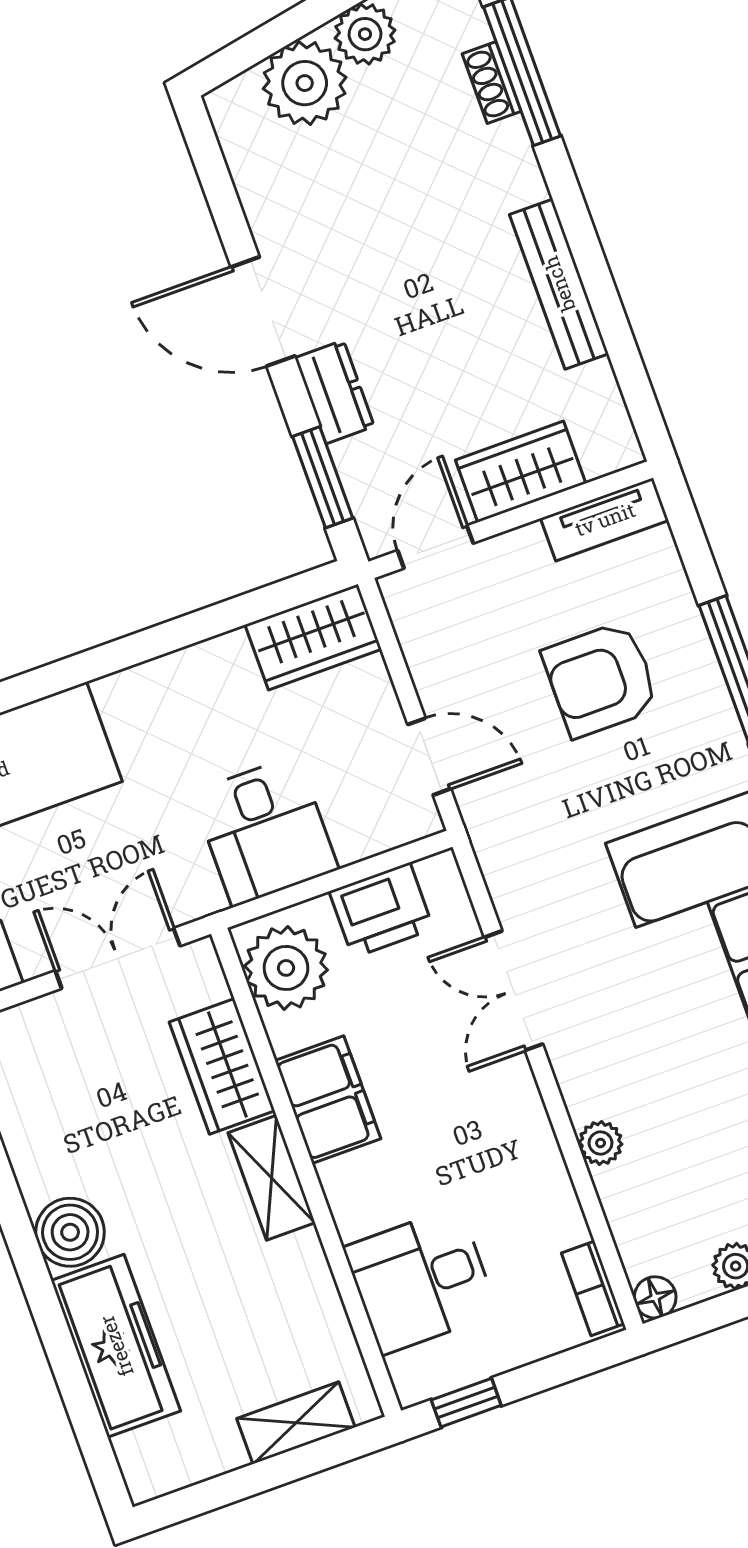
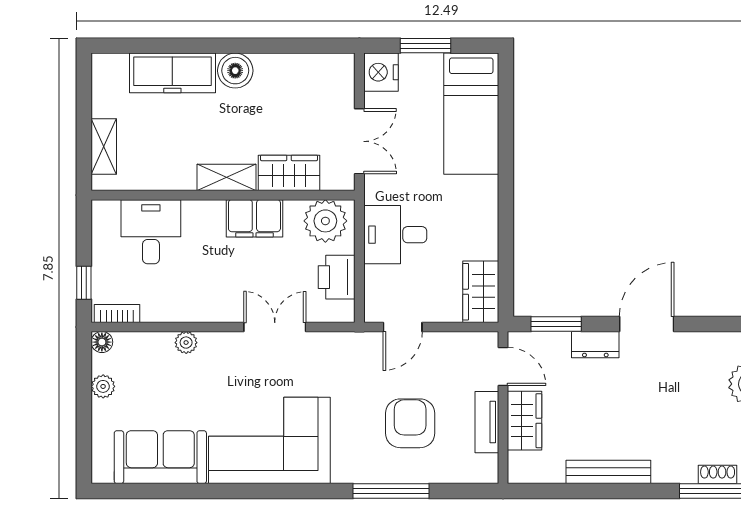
tv unit: (605, 519) -> (487, 422), moved
window: (466, 1403) -> (84, 283), moved

